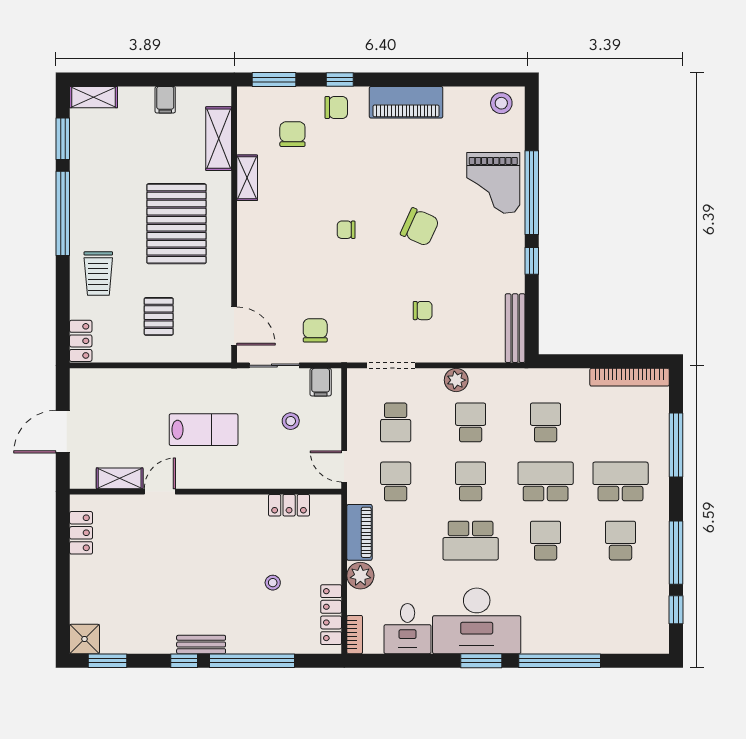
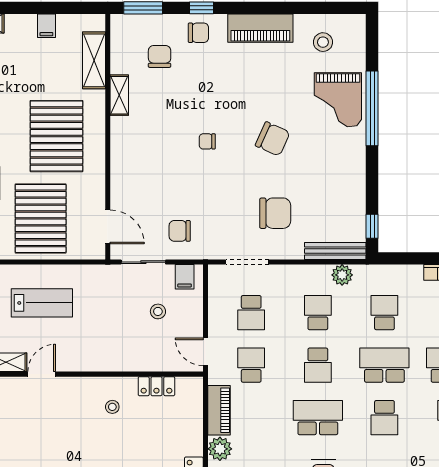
stool: (501, 103) -> (323, 42), moved
window: (532, 261) -> (372, 226), moved
chair: (423, 311) -> (275, 213), width x1.87, depth x1.87
pallet: (159, 316) -> (41, 218), width x2.05, depth x2.00
bench: (515, 328) -> (335, 251), moved, turned 90
chair: (315, 330) -> (180, 231), turned -90
plant: (456, 380) -> (342, 275), moved
lab bench: (204, 430) -> (42, 303), moved
school desk: (471, 481) -> (318, 365), turned 180
school desk: (471, 541) -> (318, 418), turned 180
school desk: (546, 541) -> (384, 418), turned 180
stool: (273, 583) -> (112, 407), moved

